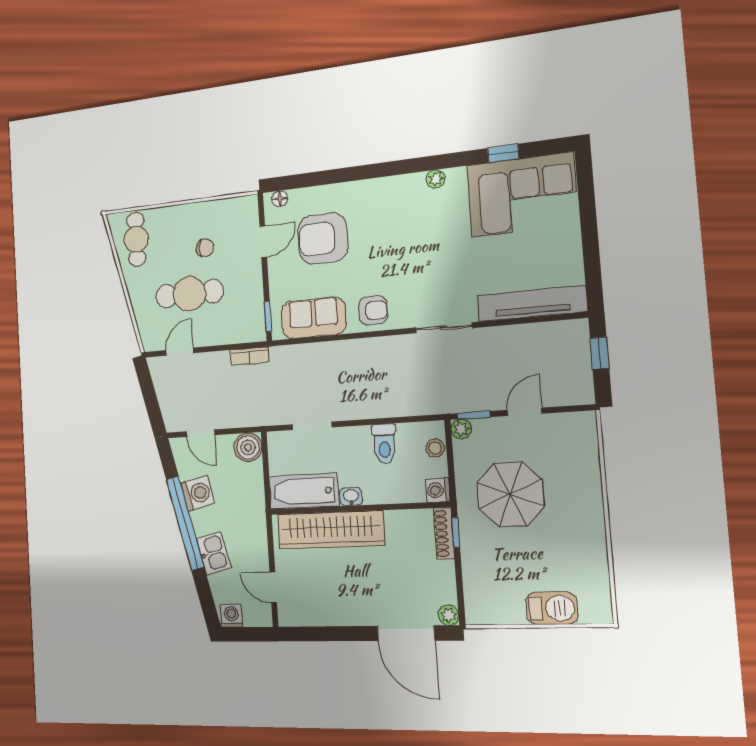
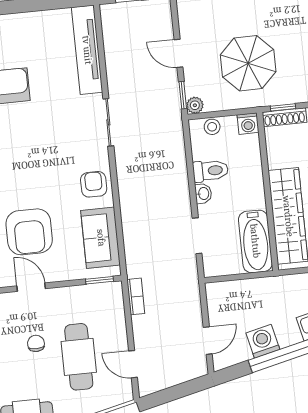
boiler: (248, 447) -> (219, 295), removed
washbasin: (351, 497) -> (203, 194), moved, turned 180

